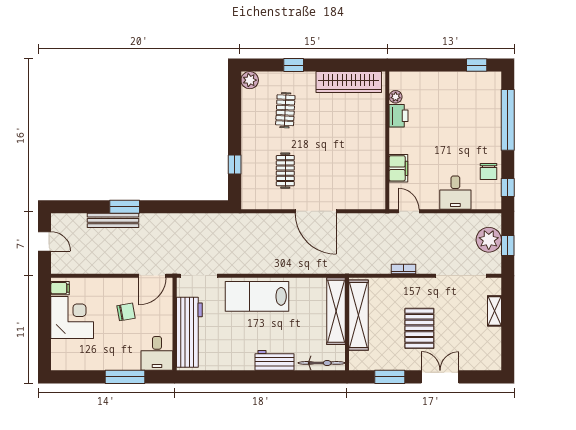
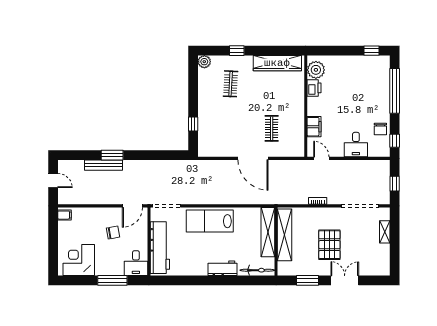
plant: (396, 97) -> (316, 70), width x1.88, depth x1.88
clothes rail: (285, 171) -> (272, 128), moved
plant: (489, 240) -> (381, 179), removed
corner desk: (72, 317) -> (79, 260), moved, turned -90

